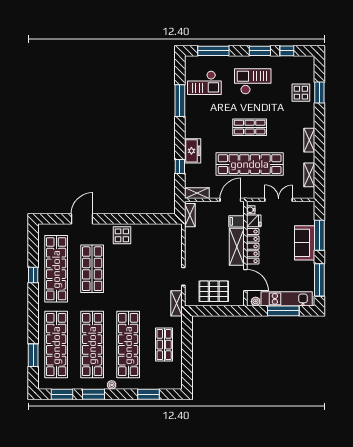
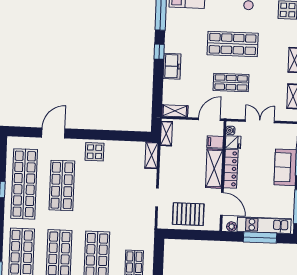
shop shelf: (250, 127) -> (233, 44), width x1.43, depth x1.36
shop shelf: (250, 164) -> (231, 83), width x0.50, depth x0.74
window: (180, 166) -> (159, 52), moved
shelving: (177, 303) -> (152, 155), moved

